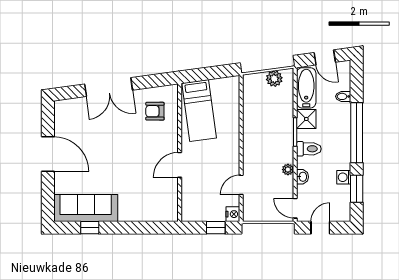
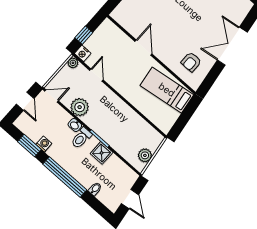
door: (325, 57) -> (130, 199), swing flipped
bathtub: (306, 88) -> (121, 170), removed
armchair: (155, 111) -> (191, 62), turned 180
plant: (288, 170) -> (80, 107), width x1.88, depth x1.88
washbasin: (303, 177) -> (75, 125), moved
plant: (249, 215) -> (73, 63), added

